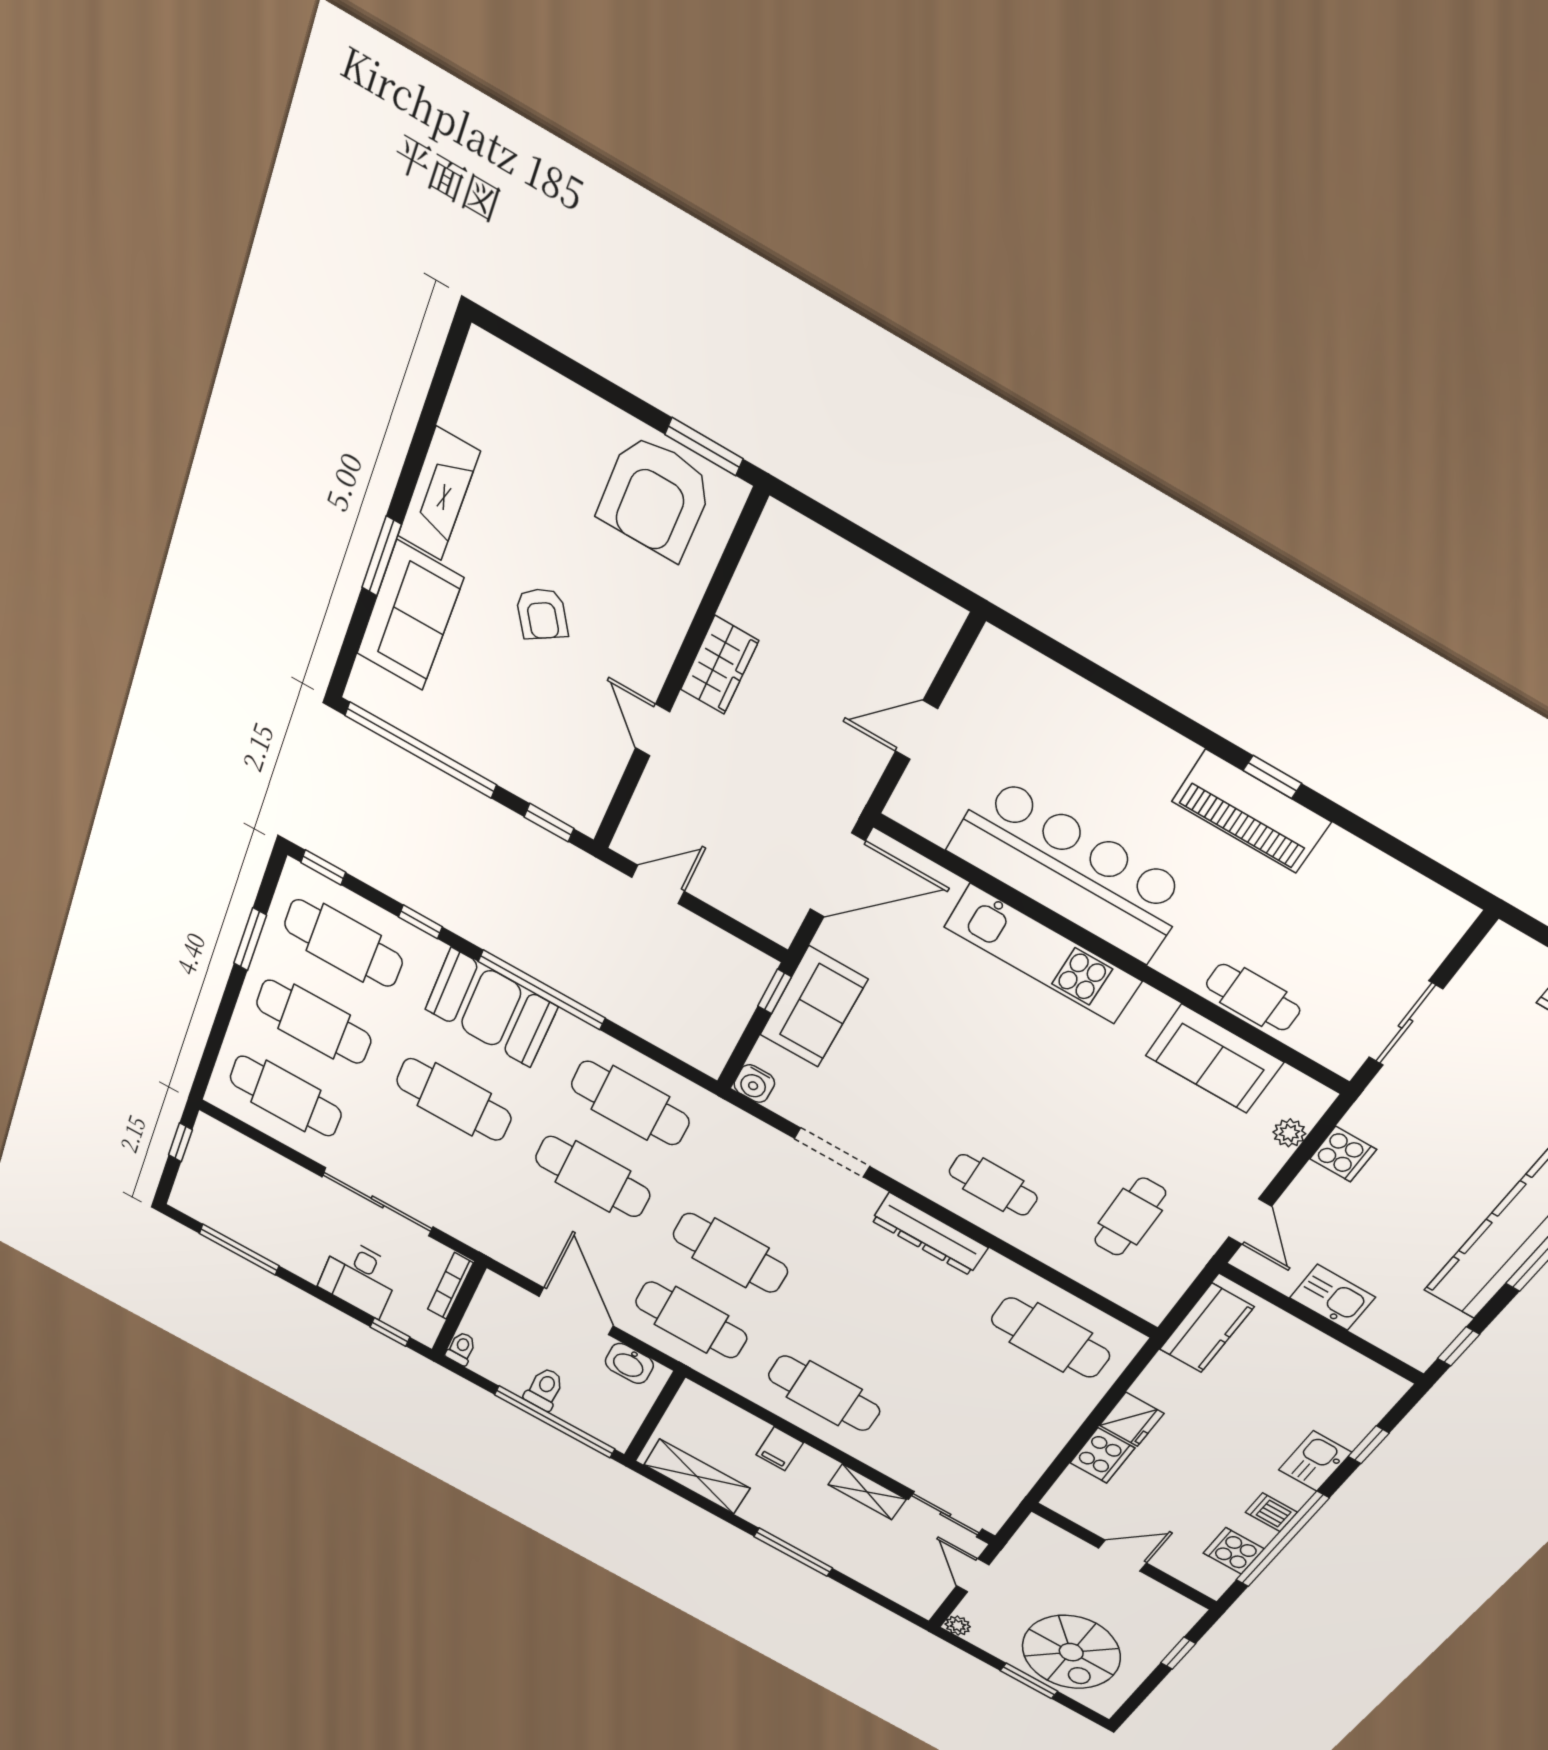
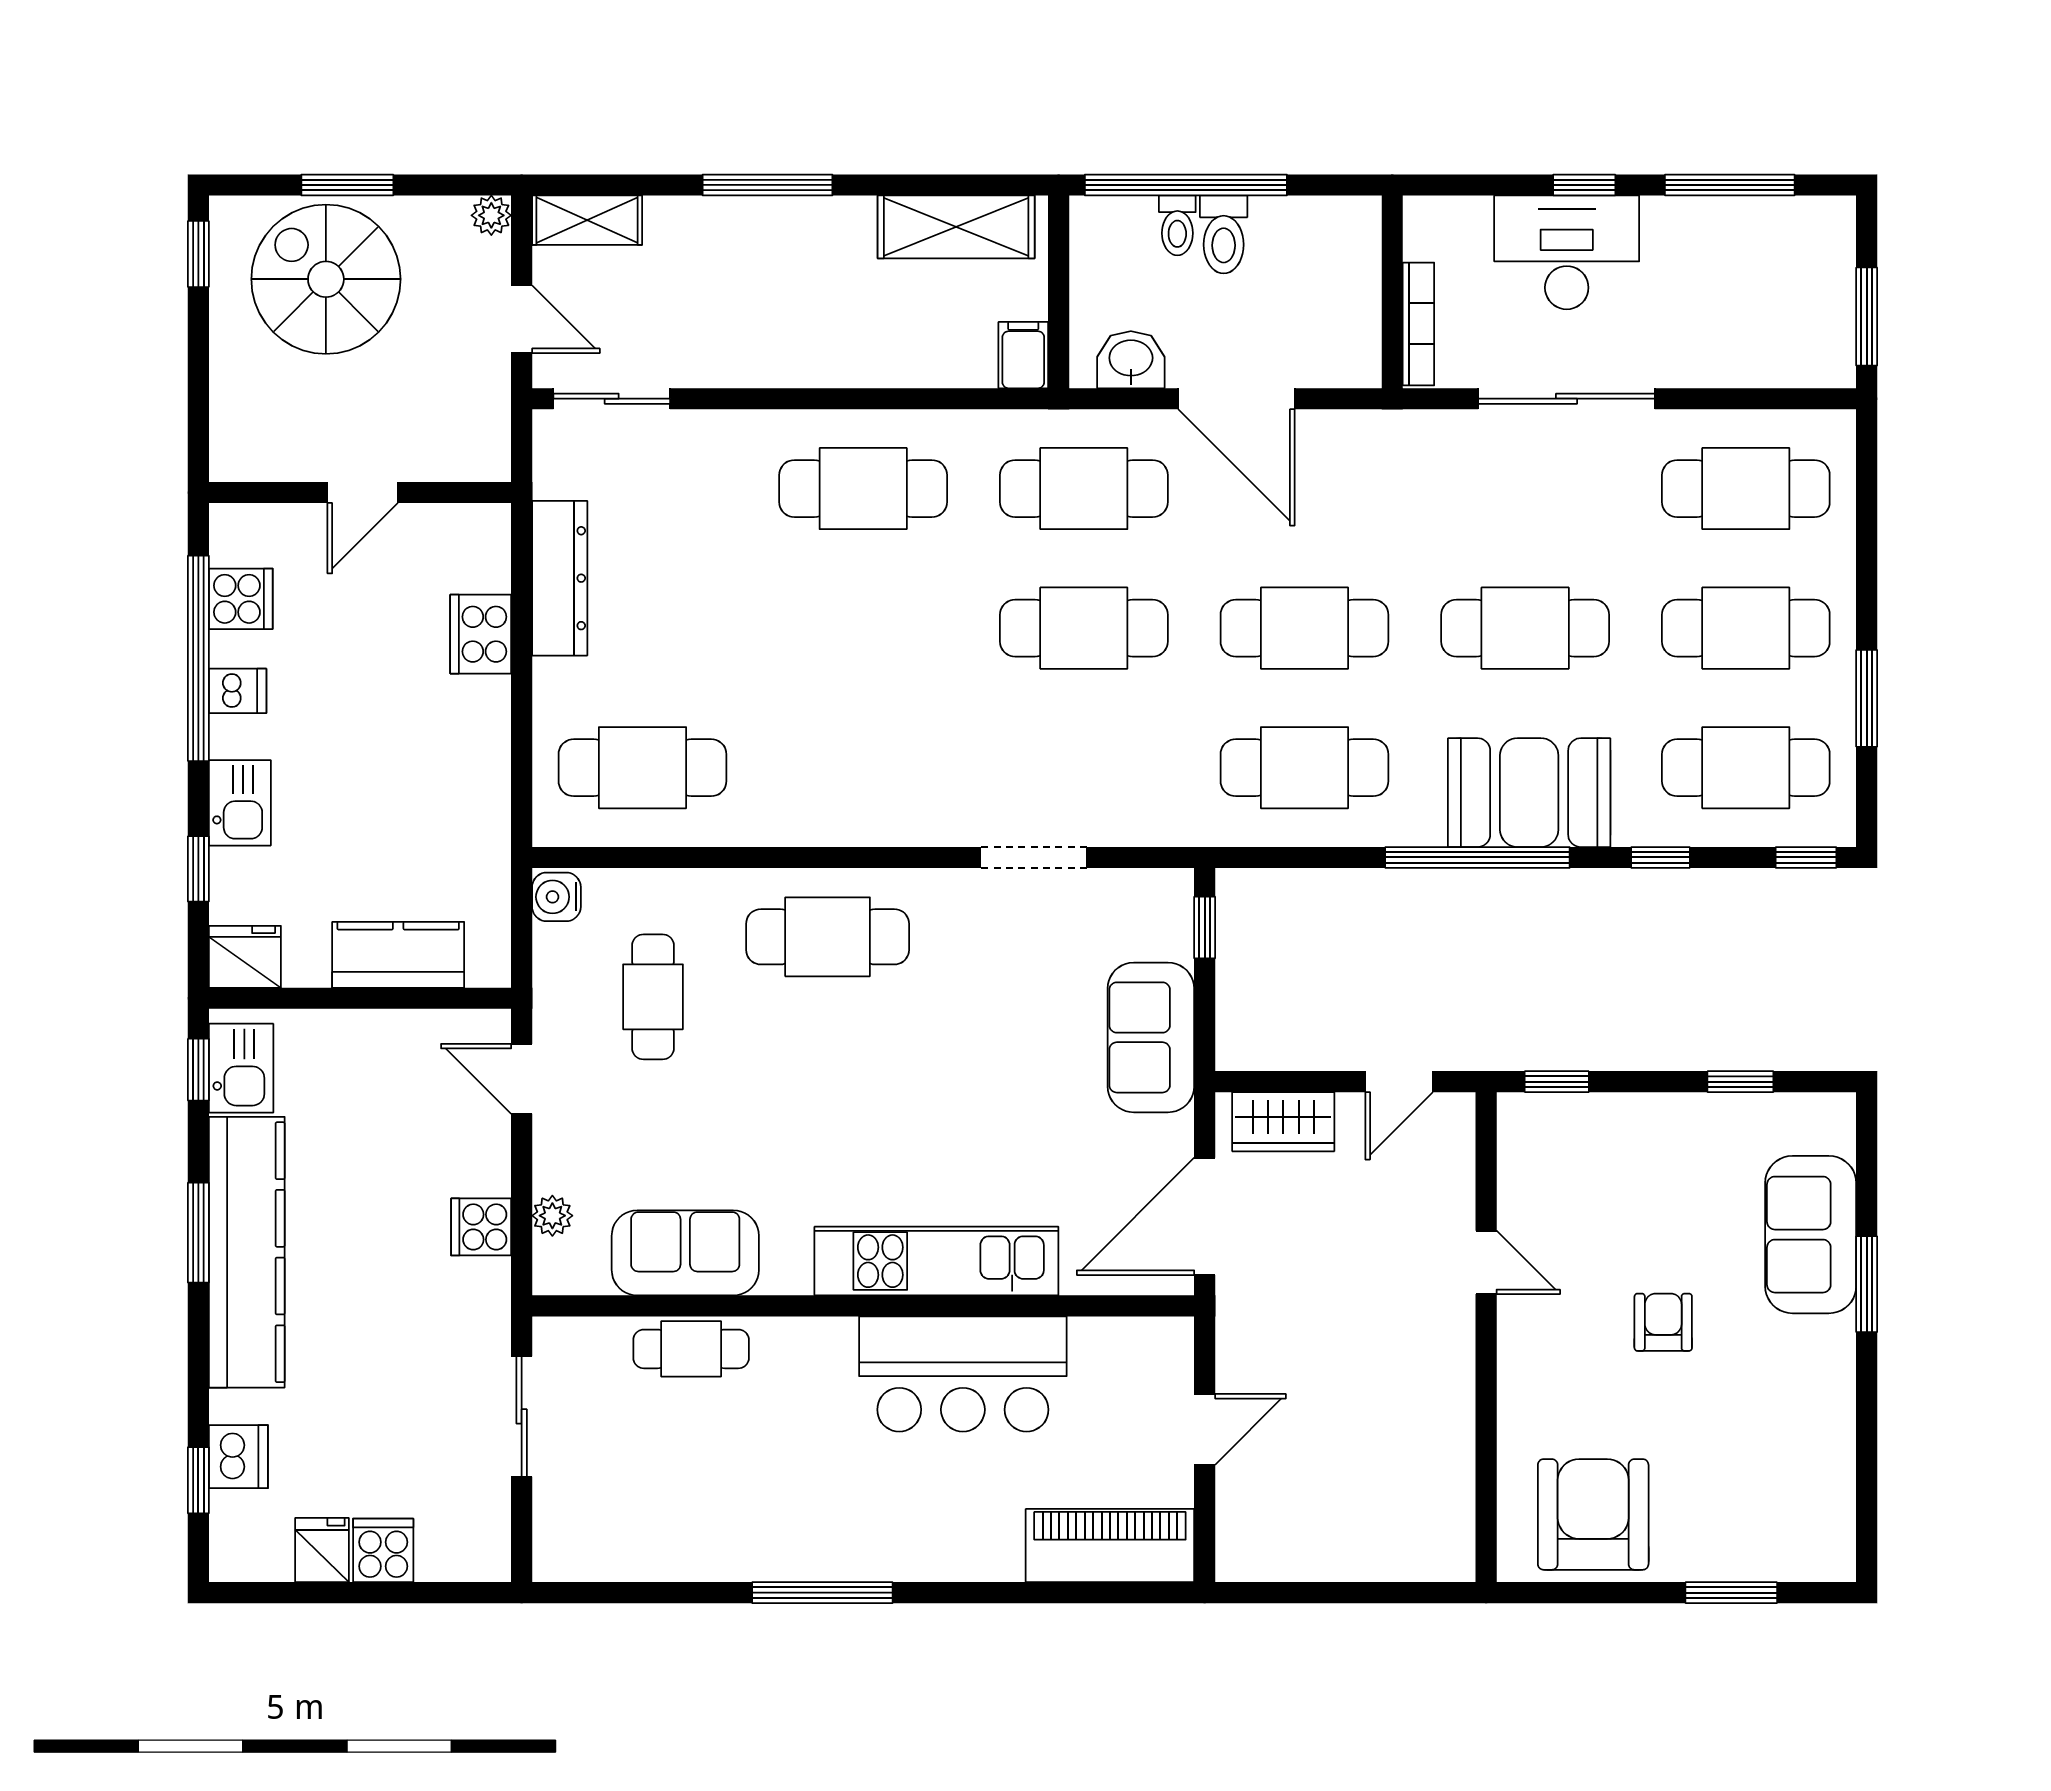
window: (704, 447) -> (1731, 1593), moved
fireplace: (439, 494) -> (1827, 1388), removed
armchair: (542, 614) -> (1663, 1322), turned 33
wardrobe: (719, 665) -> (1283, 1122), moved, turned -90
window: (421, 750) -> (1740, 1082), width x0.32
window: (1272, 777) -> (822, 1593), width x2.17
piano: (1251, 812) -> (1110, 1546), moved
bar counter: (1070, 870) -> (963, 1374), width x0.73
window: (774, 991) -> (1205, 928), moved
water cooler: (754, 1084) -> (556, 897), moved, turned -90
window: (180, 1142) -> (1867, 317), width x1.50
cafe table: (993, 1185) -> (828, 937), width x1.37, depth x1.35
dresser: (930, 1234) -> (560, 578), moved, turned 90
desk: (359, 1277) -> (1567, 252), width x1.37
kitchen sink: (1332, 1297) -> (241, 1068), moved, turned -90
kitchen counter: (1207, 1328) -> (398, 955), moved, turned 90
window: (390, 1332) -> (1584, 185), moved
toilet: (461, 1348) -> (1177, 225), moved
fridge: (1132, 1419) -> (245, 957), moved, turned 90
filing cabinet: (780, 1449) -> (1023, 355), moved
shelving: (867, 1492) -> (587, 220), moved
window: (1178, 1653) -> (198, 254), moved

